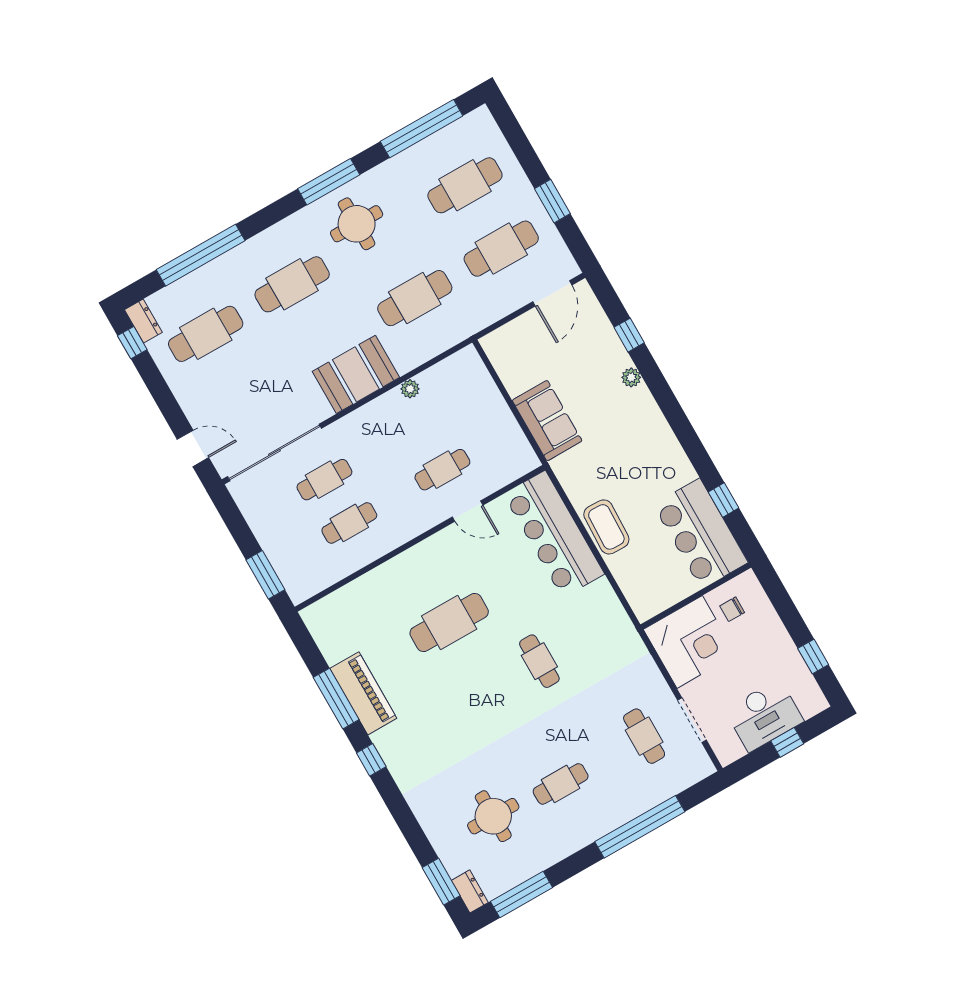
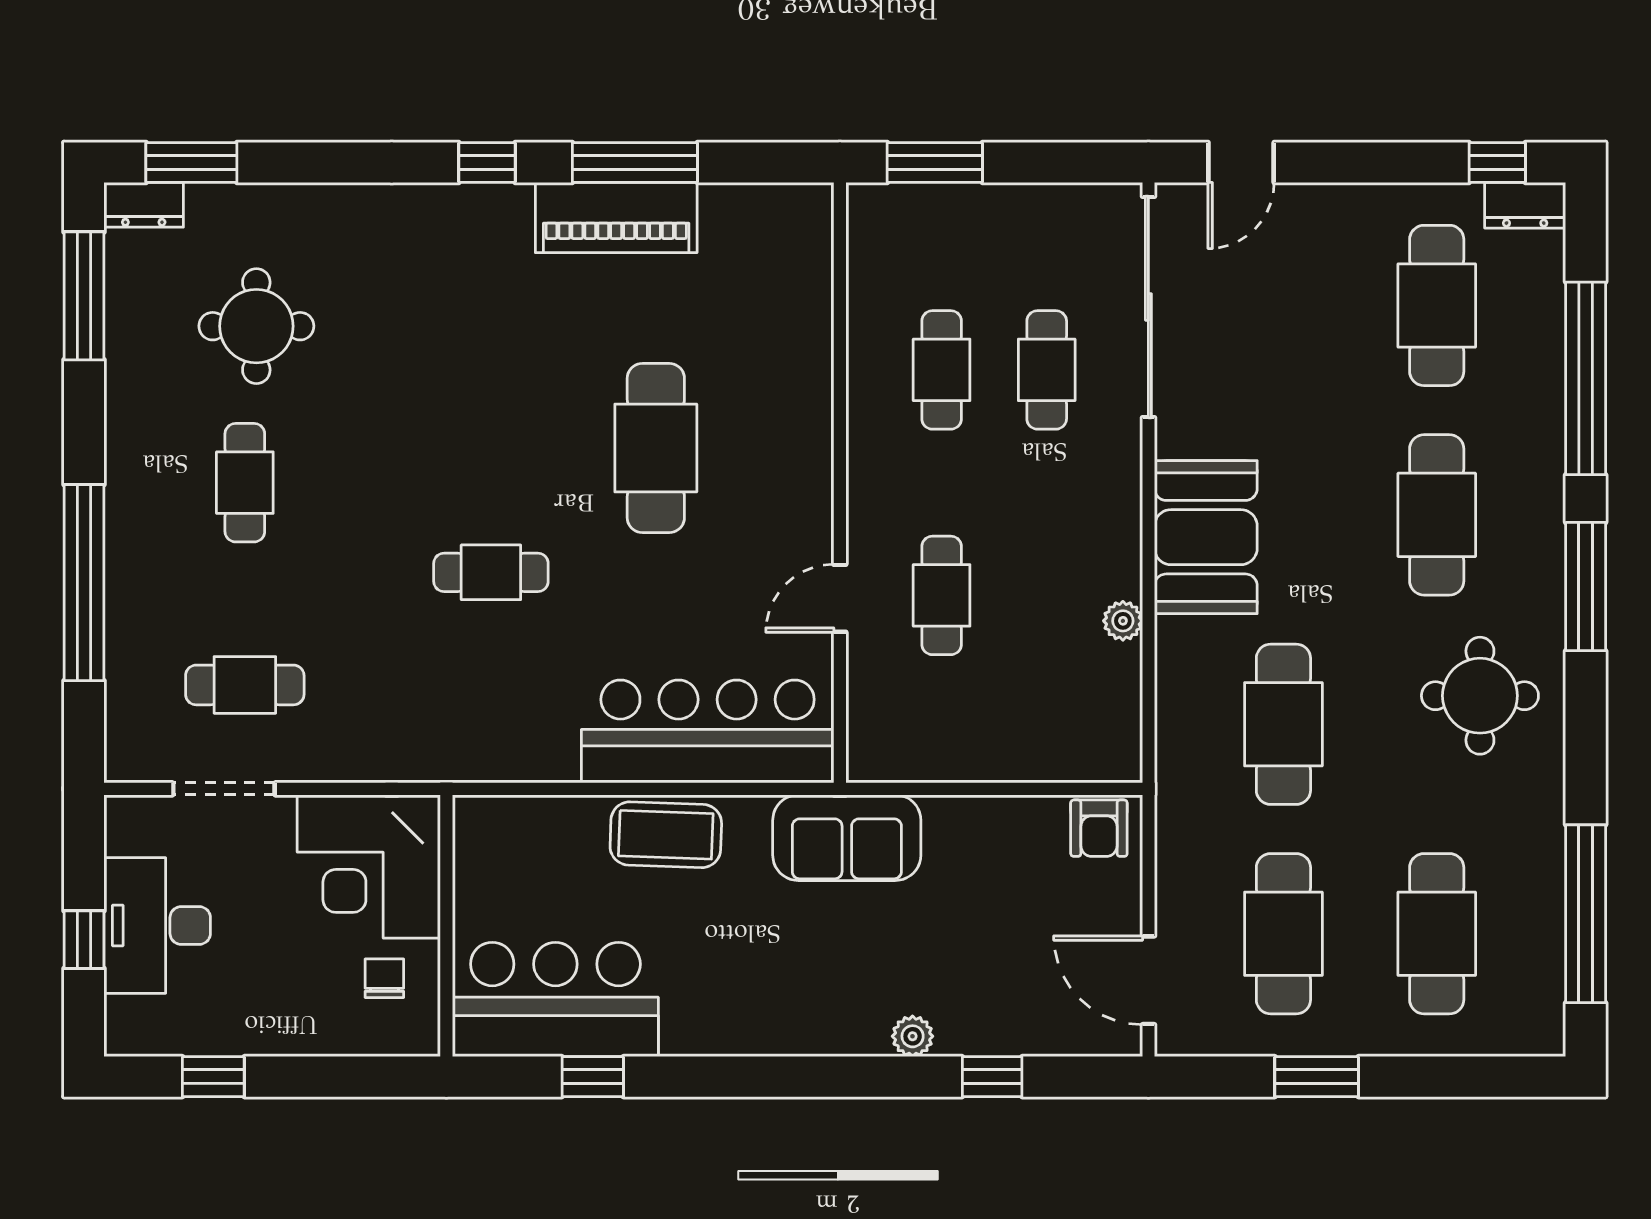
window: (329, 182) -> (1586, 587), moved
armchair: (501, 350) -> (1099, 828), added
sofa: (547, 421) -> (847, 838), moved

